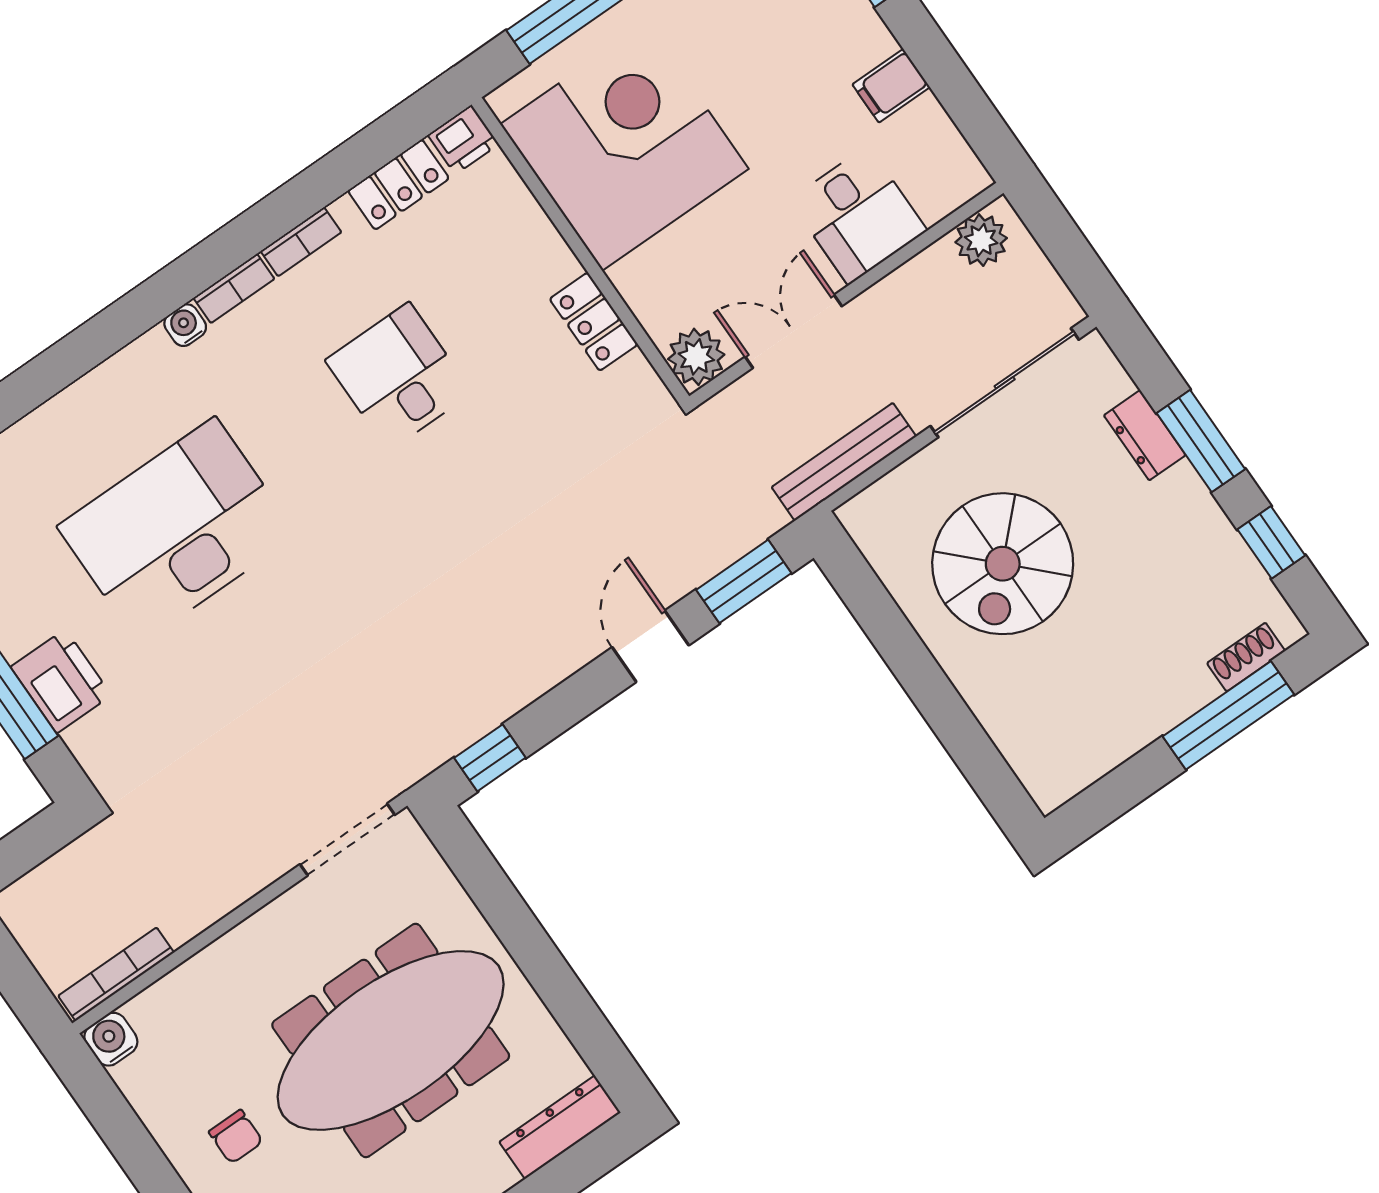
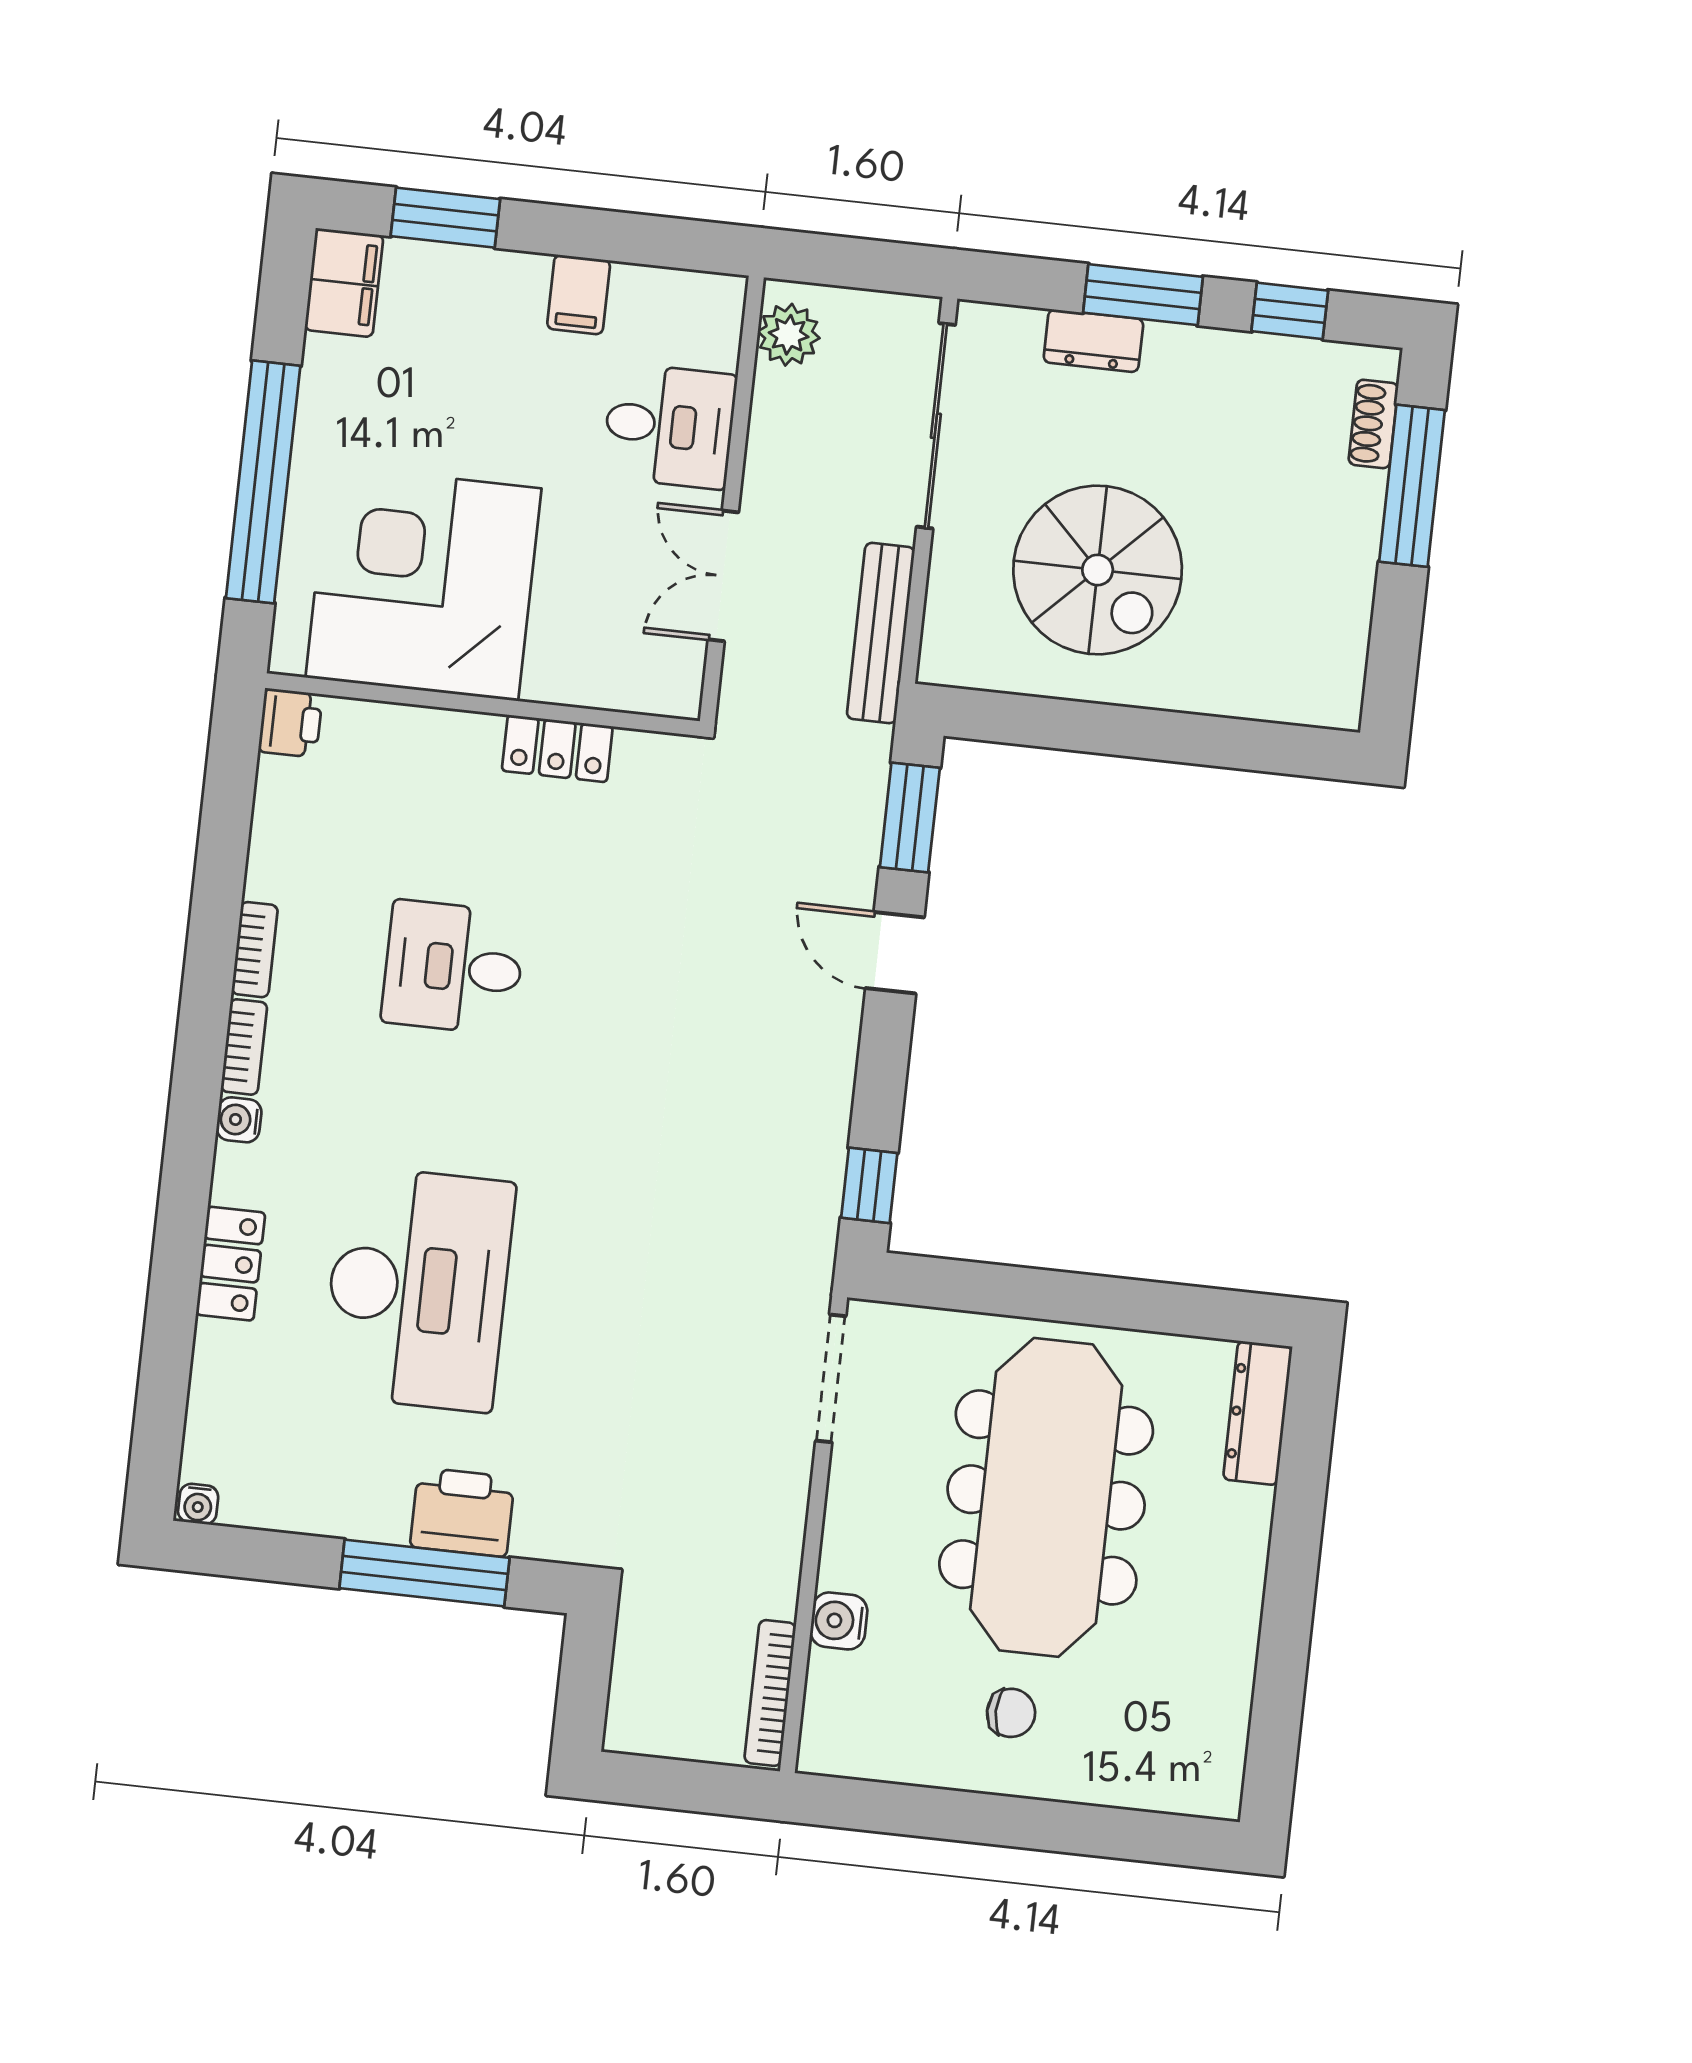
locker: (398, 185) -> (231, 1264), moved
plant: (696, 357) -> (670, 684), removed
desk: (177, 531) -> (418, 1289), turned 180
water cooler: (111, 1039) -> (839, 1621), moved

